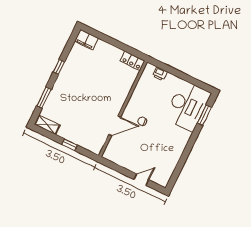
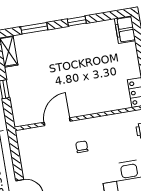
door: (115, 126) -> (57, 122), swing flipped

